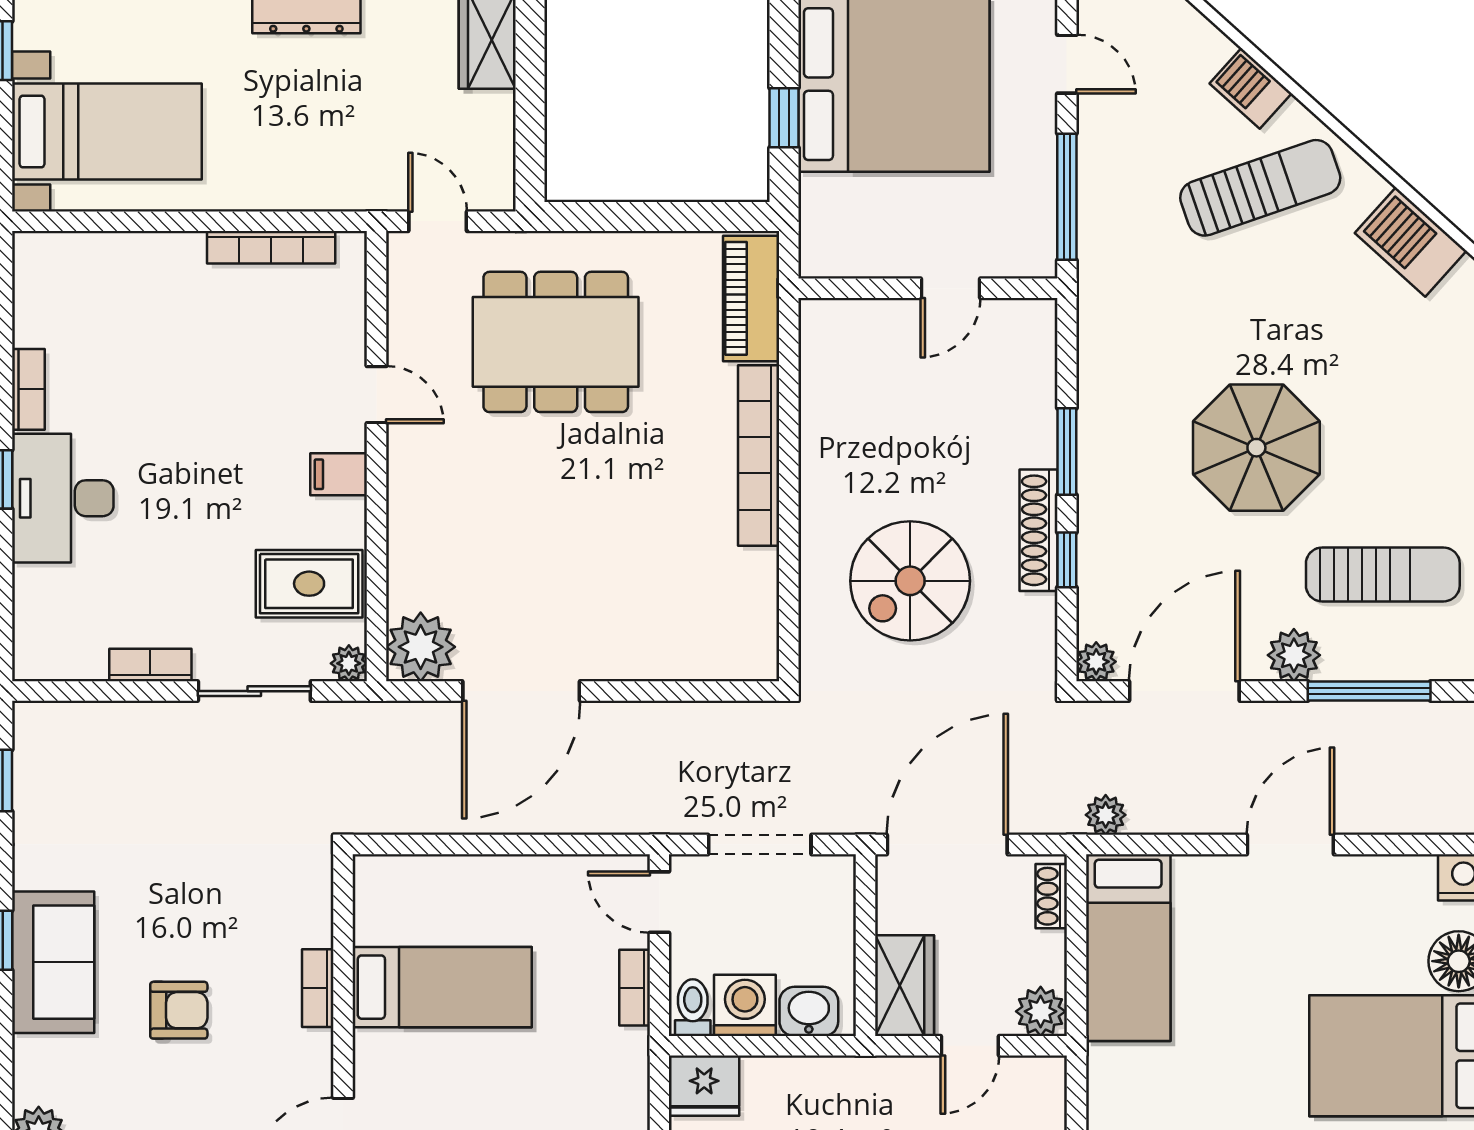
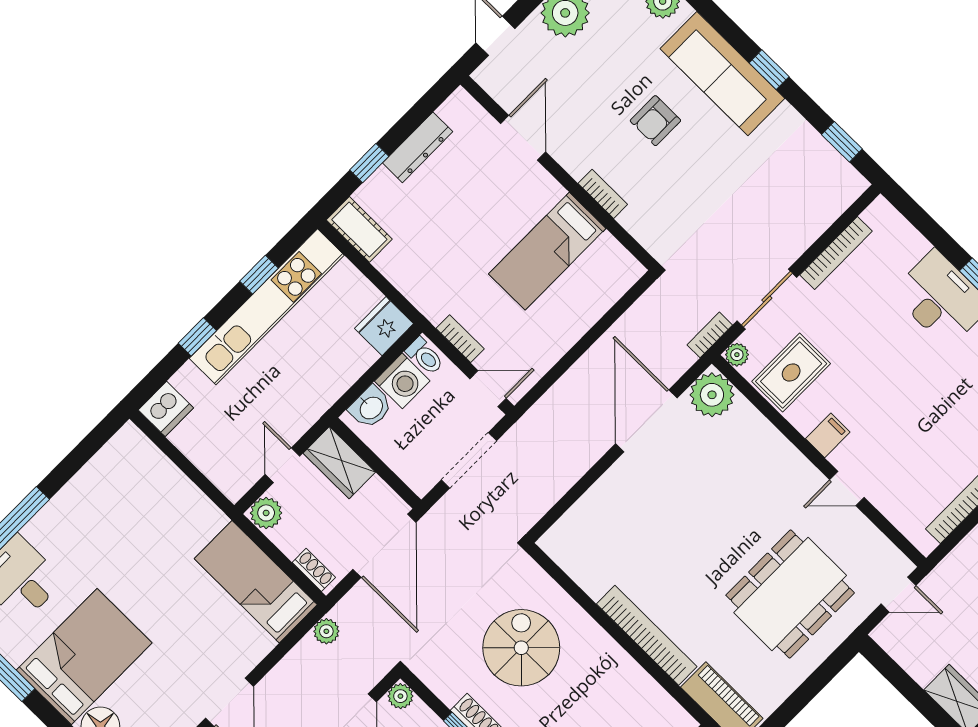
bookcase: (150, 665) -> (836, 253), width x1.56
bookcase: (357, 715) -> (710, 335), added
sofa: (53, 962) -> (722, 74), width x1.36

